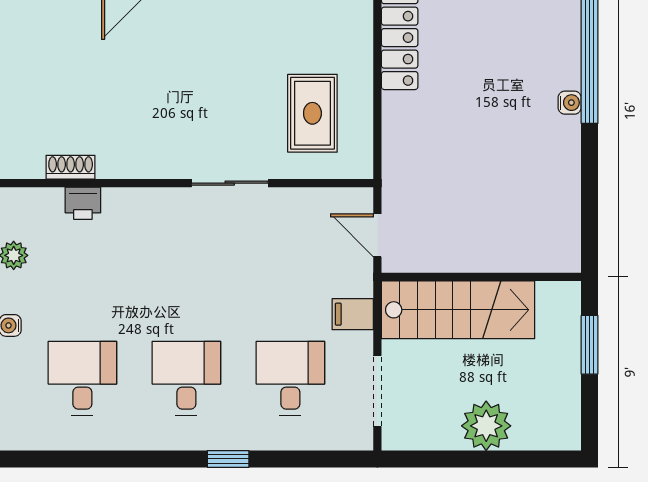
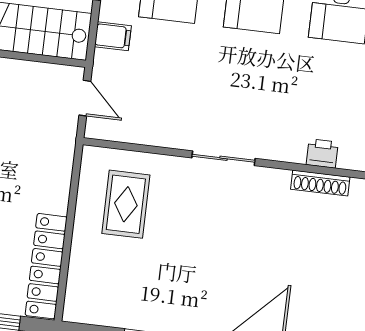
shoe rack: (71, 167) -> (320, 183), width x1.43
sliding door: (230, 183) -> (223, 158), moved

